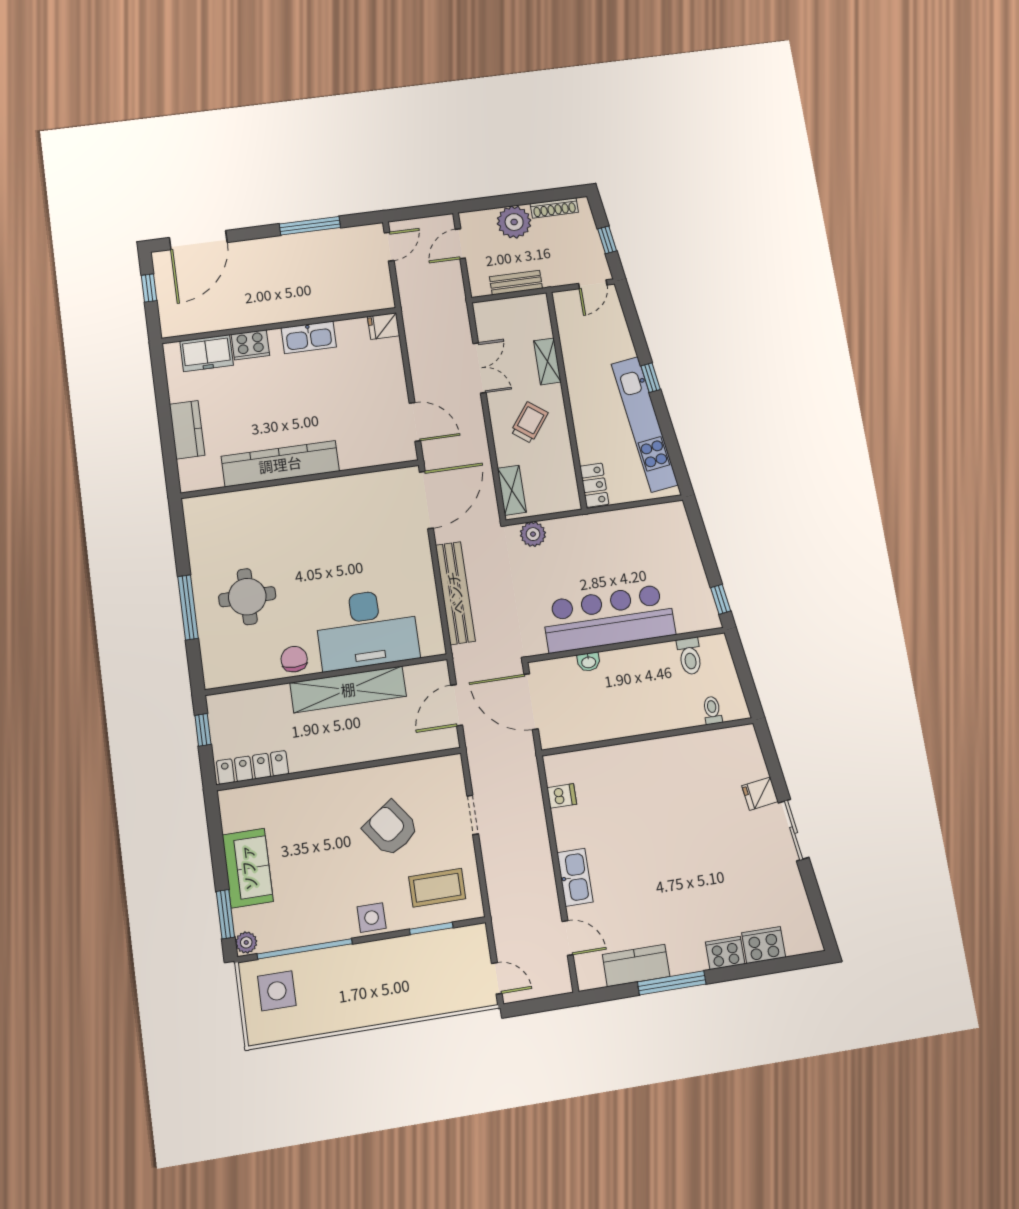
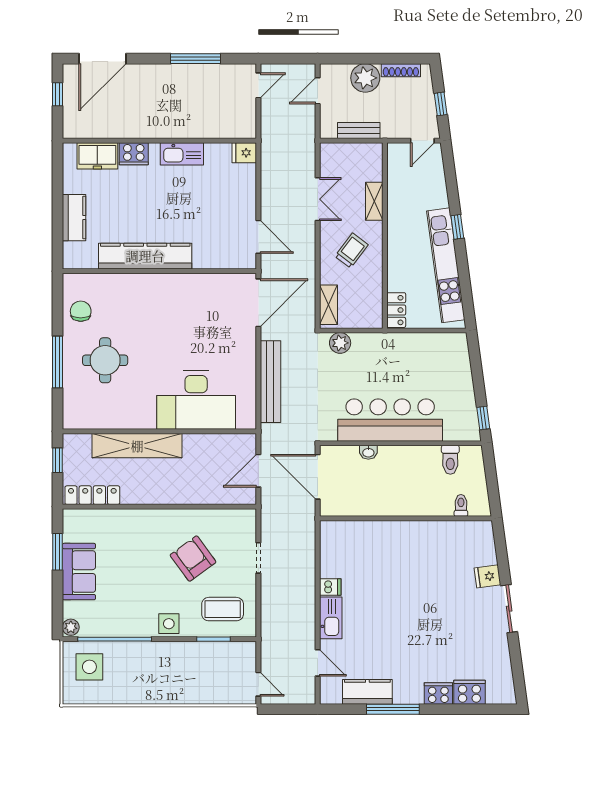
chair: (294, 659) -> (81, 311), moved
shelving: (348, 689) -> (137, 446), moved
dishwasher: (562, 796) -> (330, 587), moved
window: (225, 914) -> (58, 552), moved

